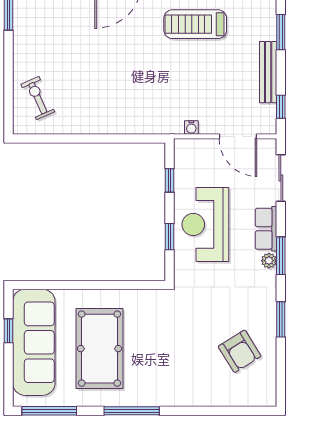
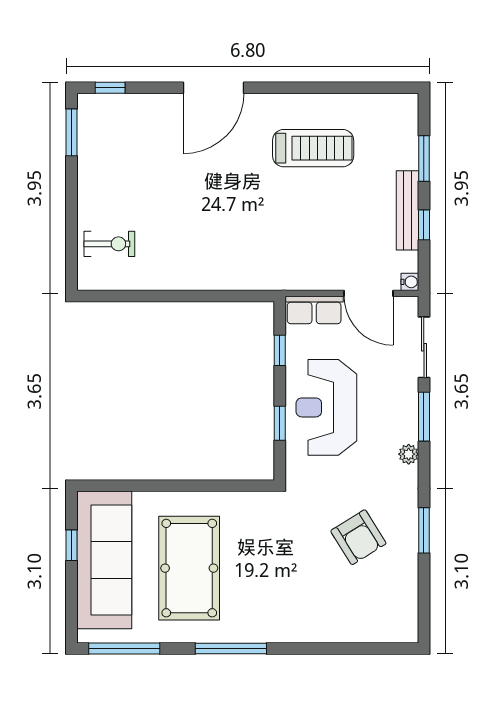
treadmill: (195, 24) -> (313, 148), turned 180
exercise bike: (38, 98) -> (109, 244), turned 114
window: (281, 107) -> (424, 225), moved
water cooler: (191, 127) -> (410, 282), moved, turned -90
row of seats: (266, 229) -> (314, 310), moved, turned -90
window: (281, 256) -> (424, 417), moved
armchair: (240, 351) -> (358, 537), moved

